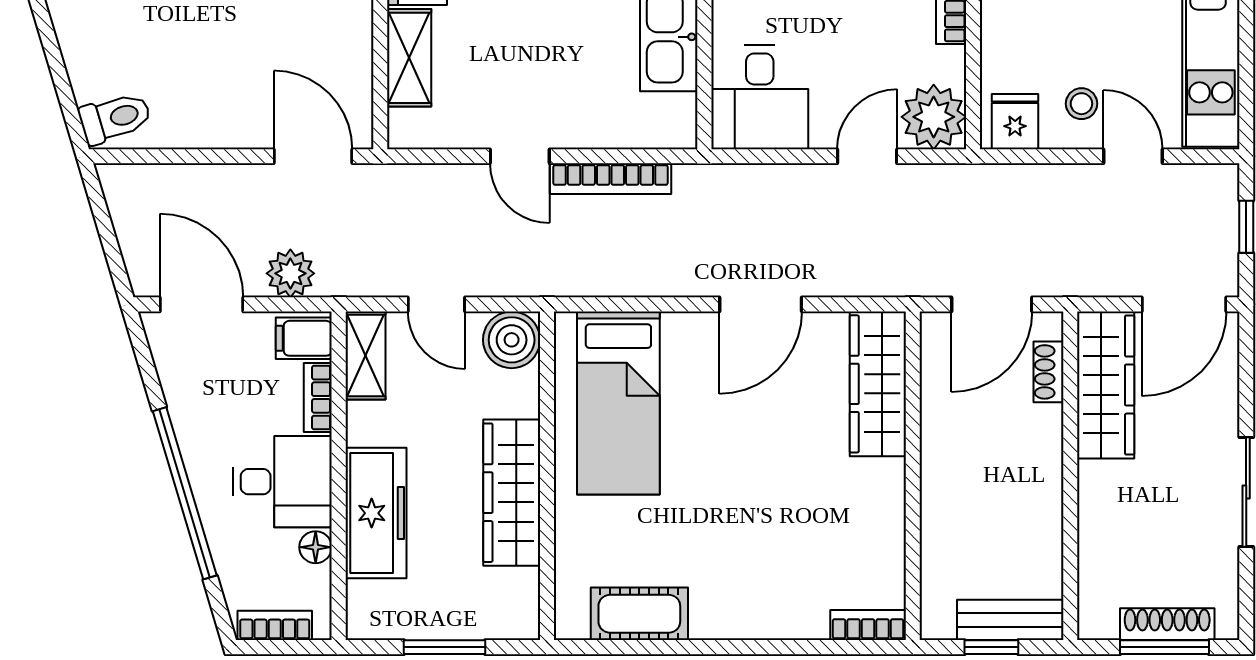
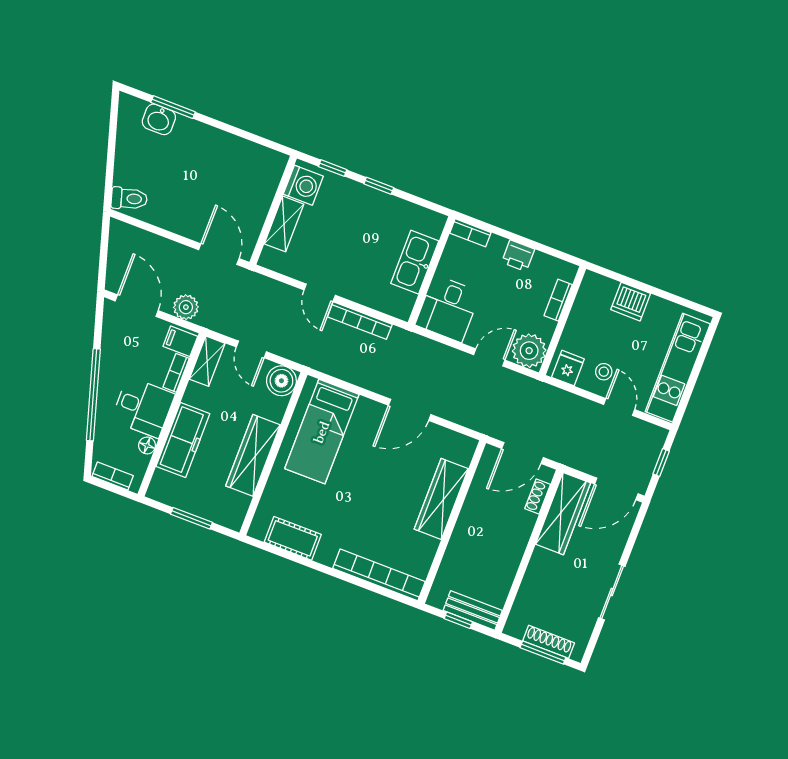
wardrobe: (878, 384) -> (441, 499), moved
bookcase: (868, 625) -> (379, 575), width x2.31, depth x1.31

